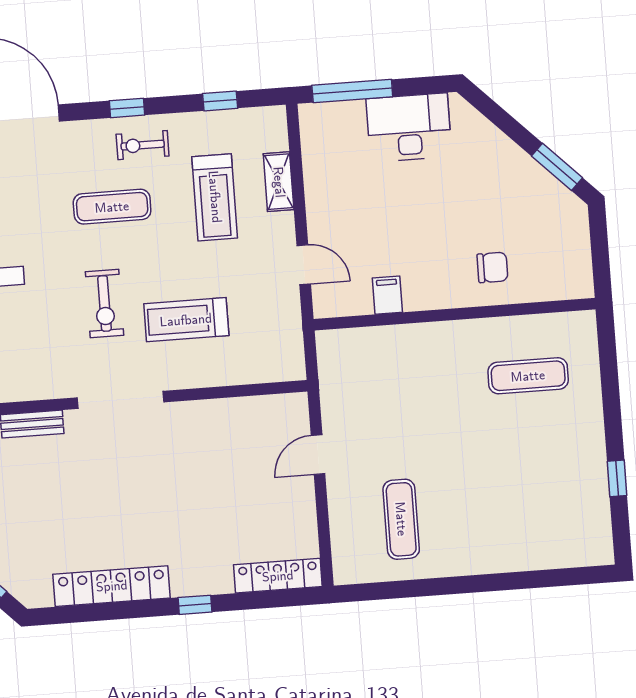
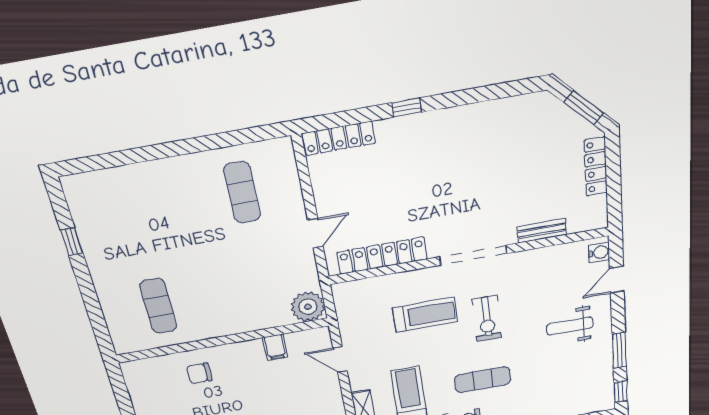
exercise bike: (104, 303) -> (487, 319), turned 180
plant: (338, 351) -> (308, 307), added
exercise mat: (528, 376) -> (158, 306), turned 90
locker: (112, 586) -> (382, 256), moved, turned 180

